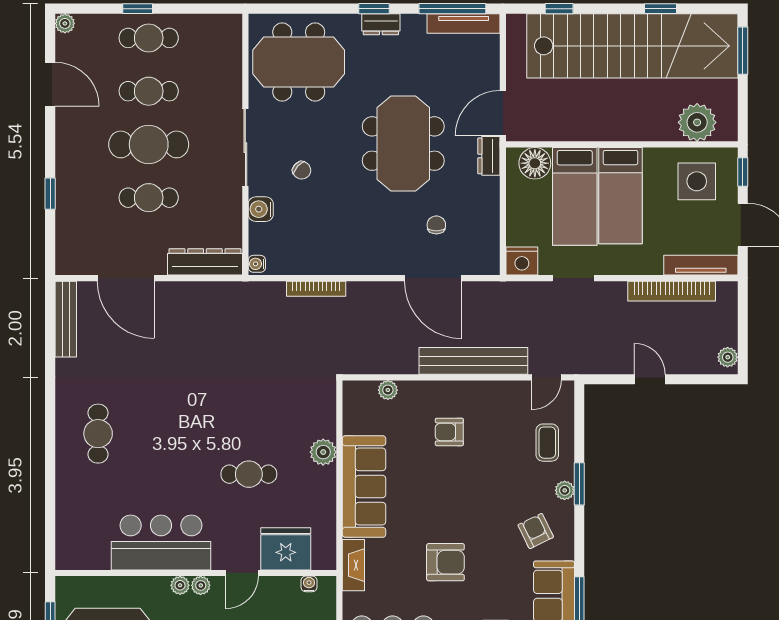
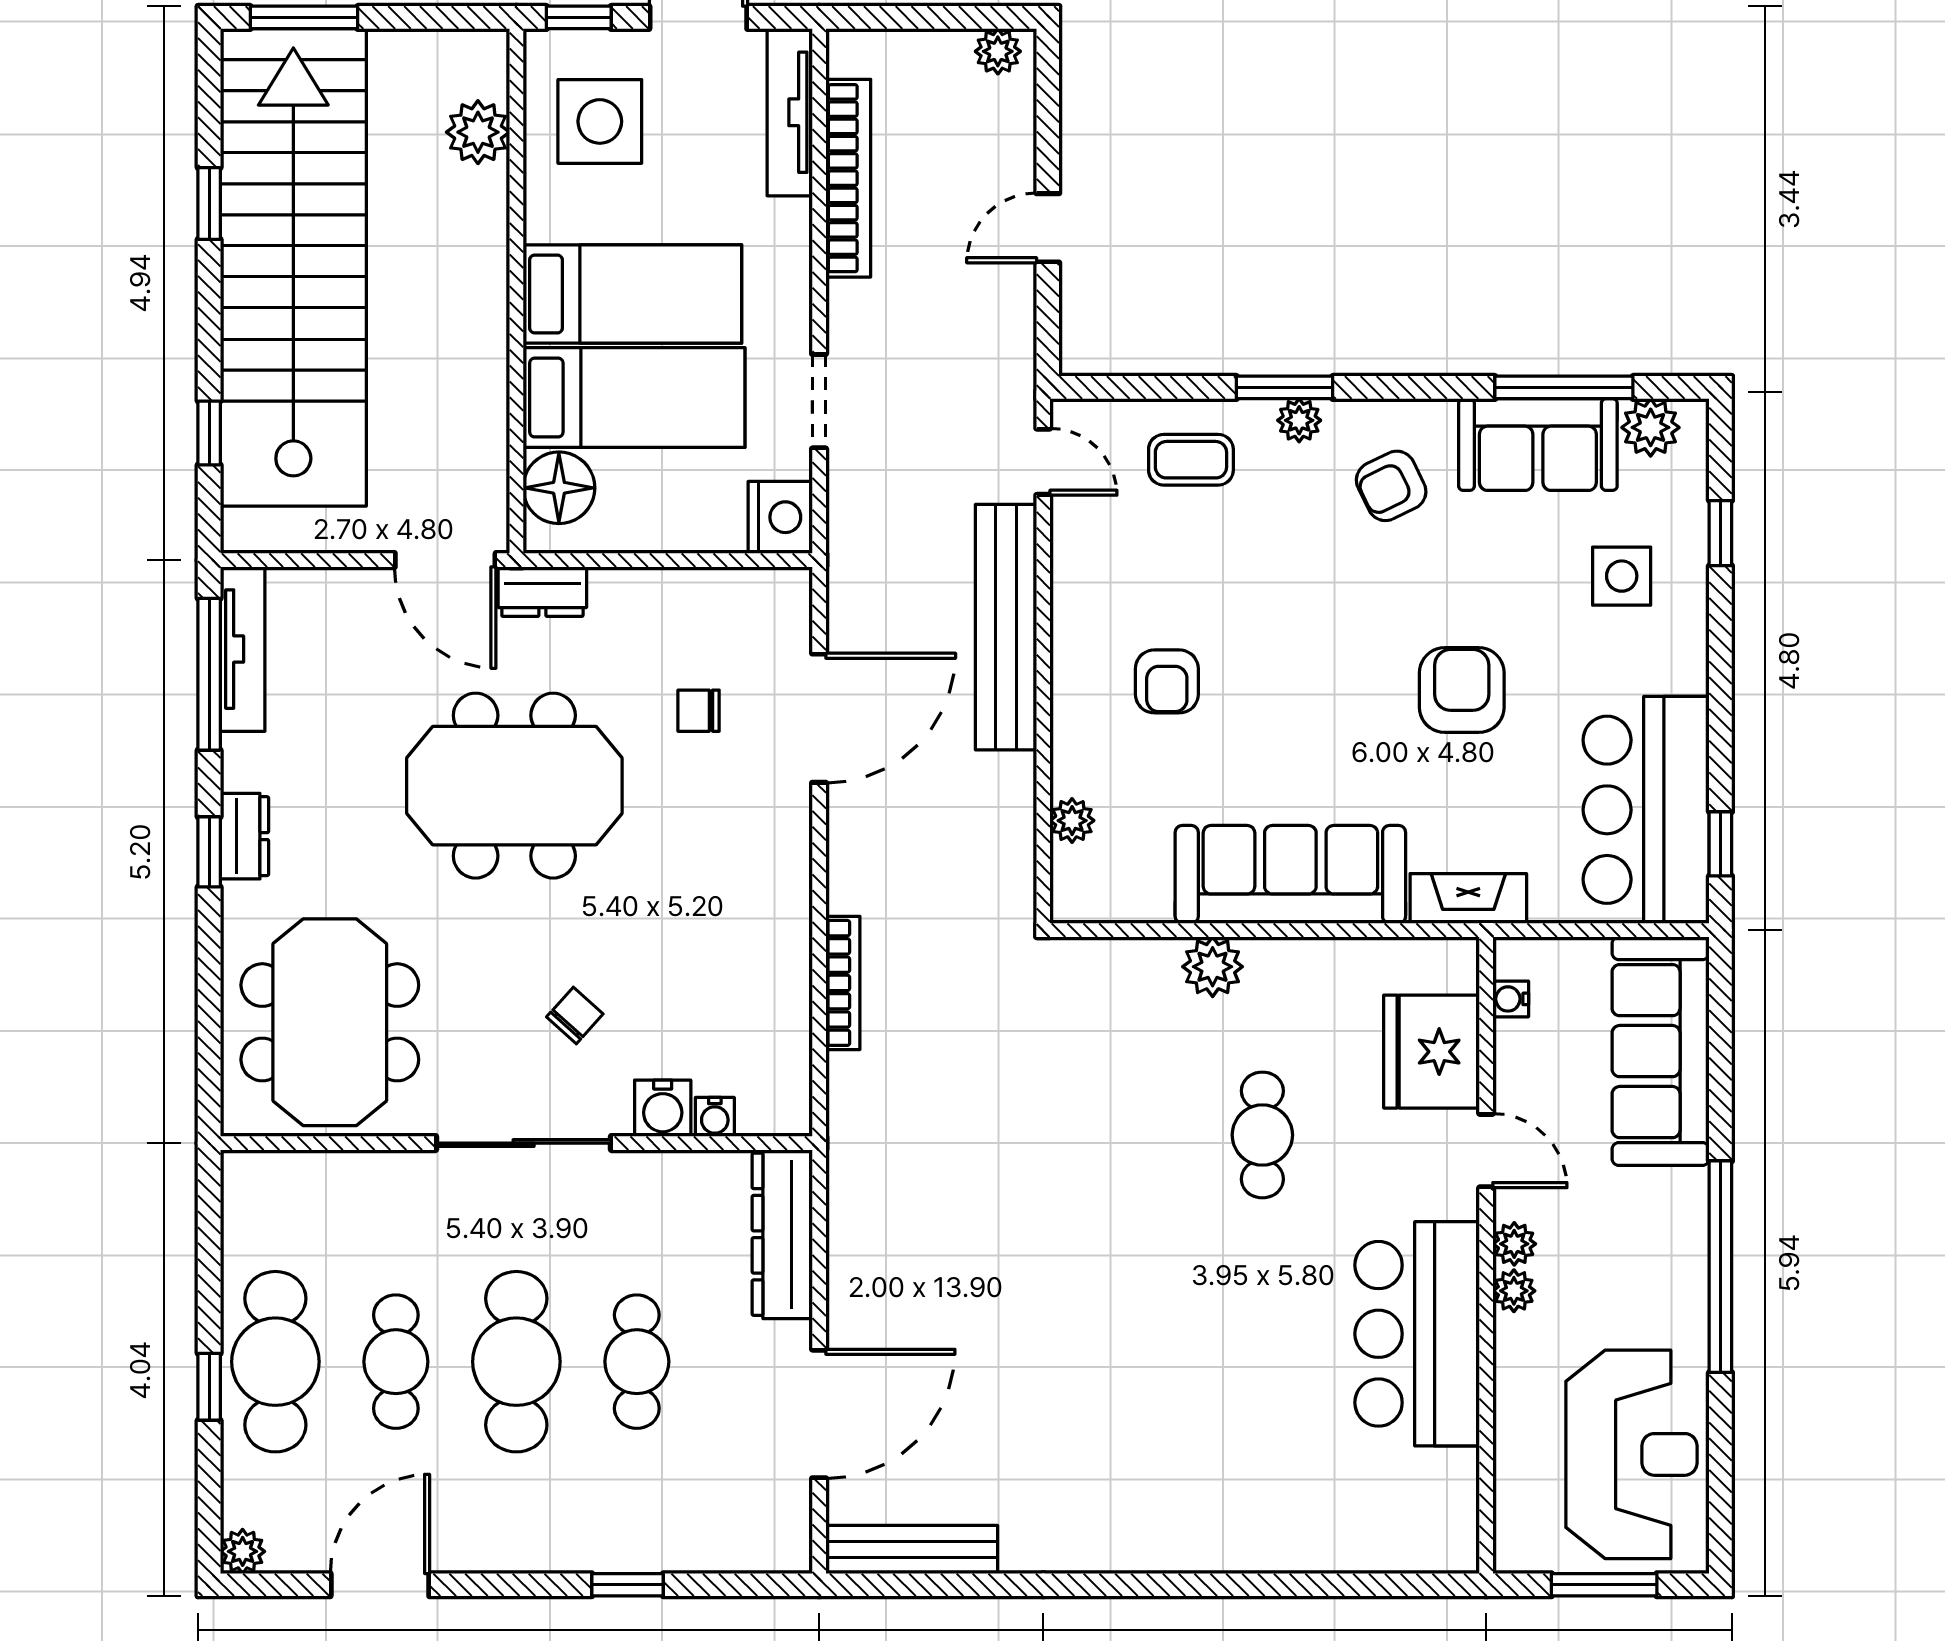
cafe table: (149, 38) -> (275, 1362), width x1.37, depth x1.35
plant: (697, 122) -> (478, 132), width x0.73, depth x0.73
water cooler: (257, 264) -> (715, 1117), moved
cafe table: (98, 434) -> (1171, 1476), removed

